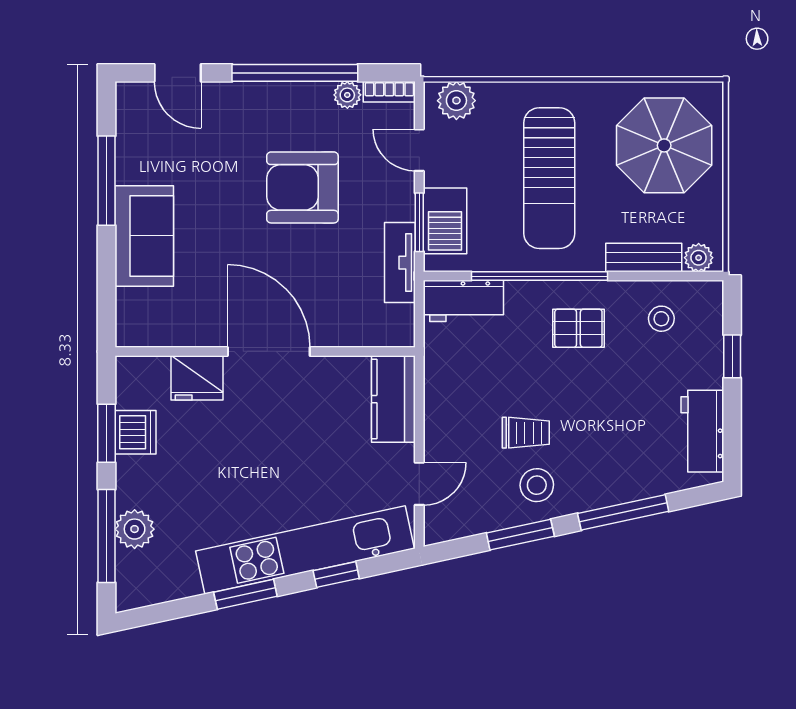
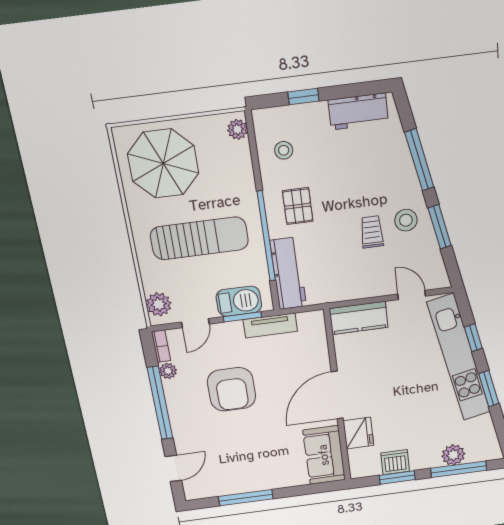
sofa: (144, 236) -> (324, 455), moved, turned -90
bench: (644, 258) -> (243, 168), removed
workbench: (463, 301) -> (288, 274), width x1.38

